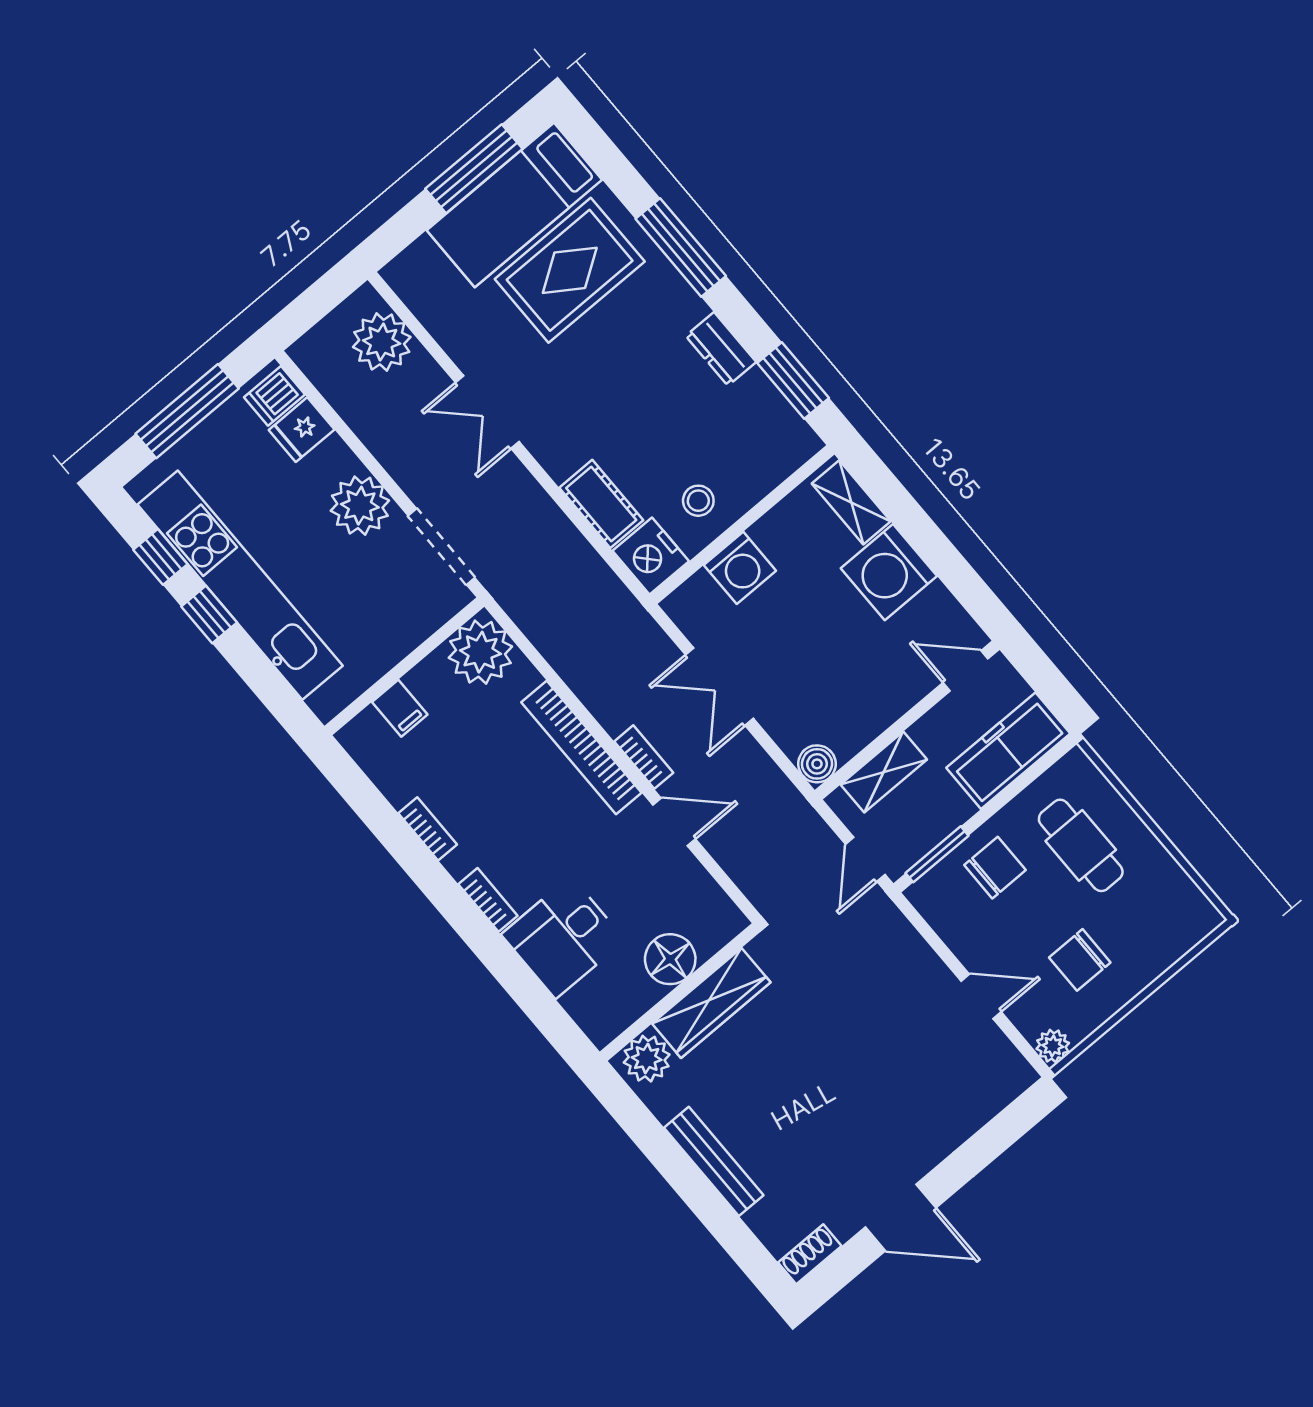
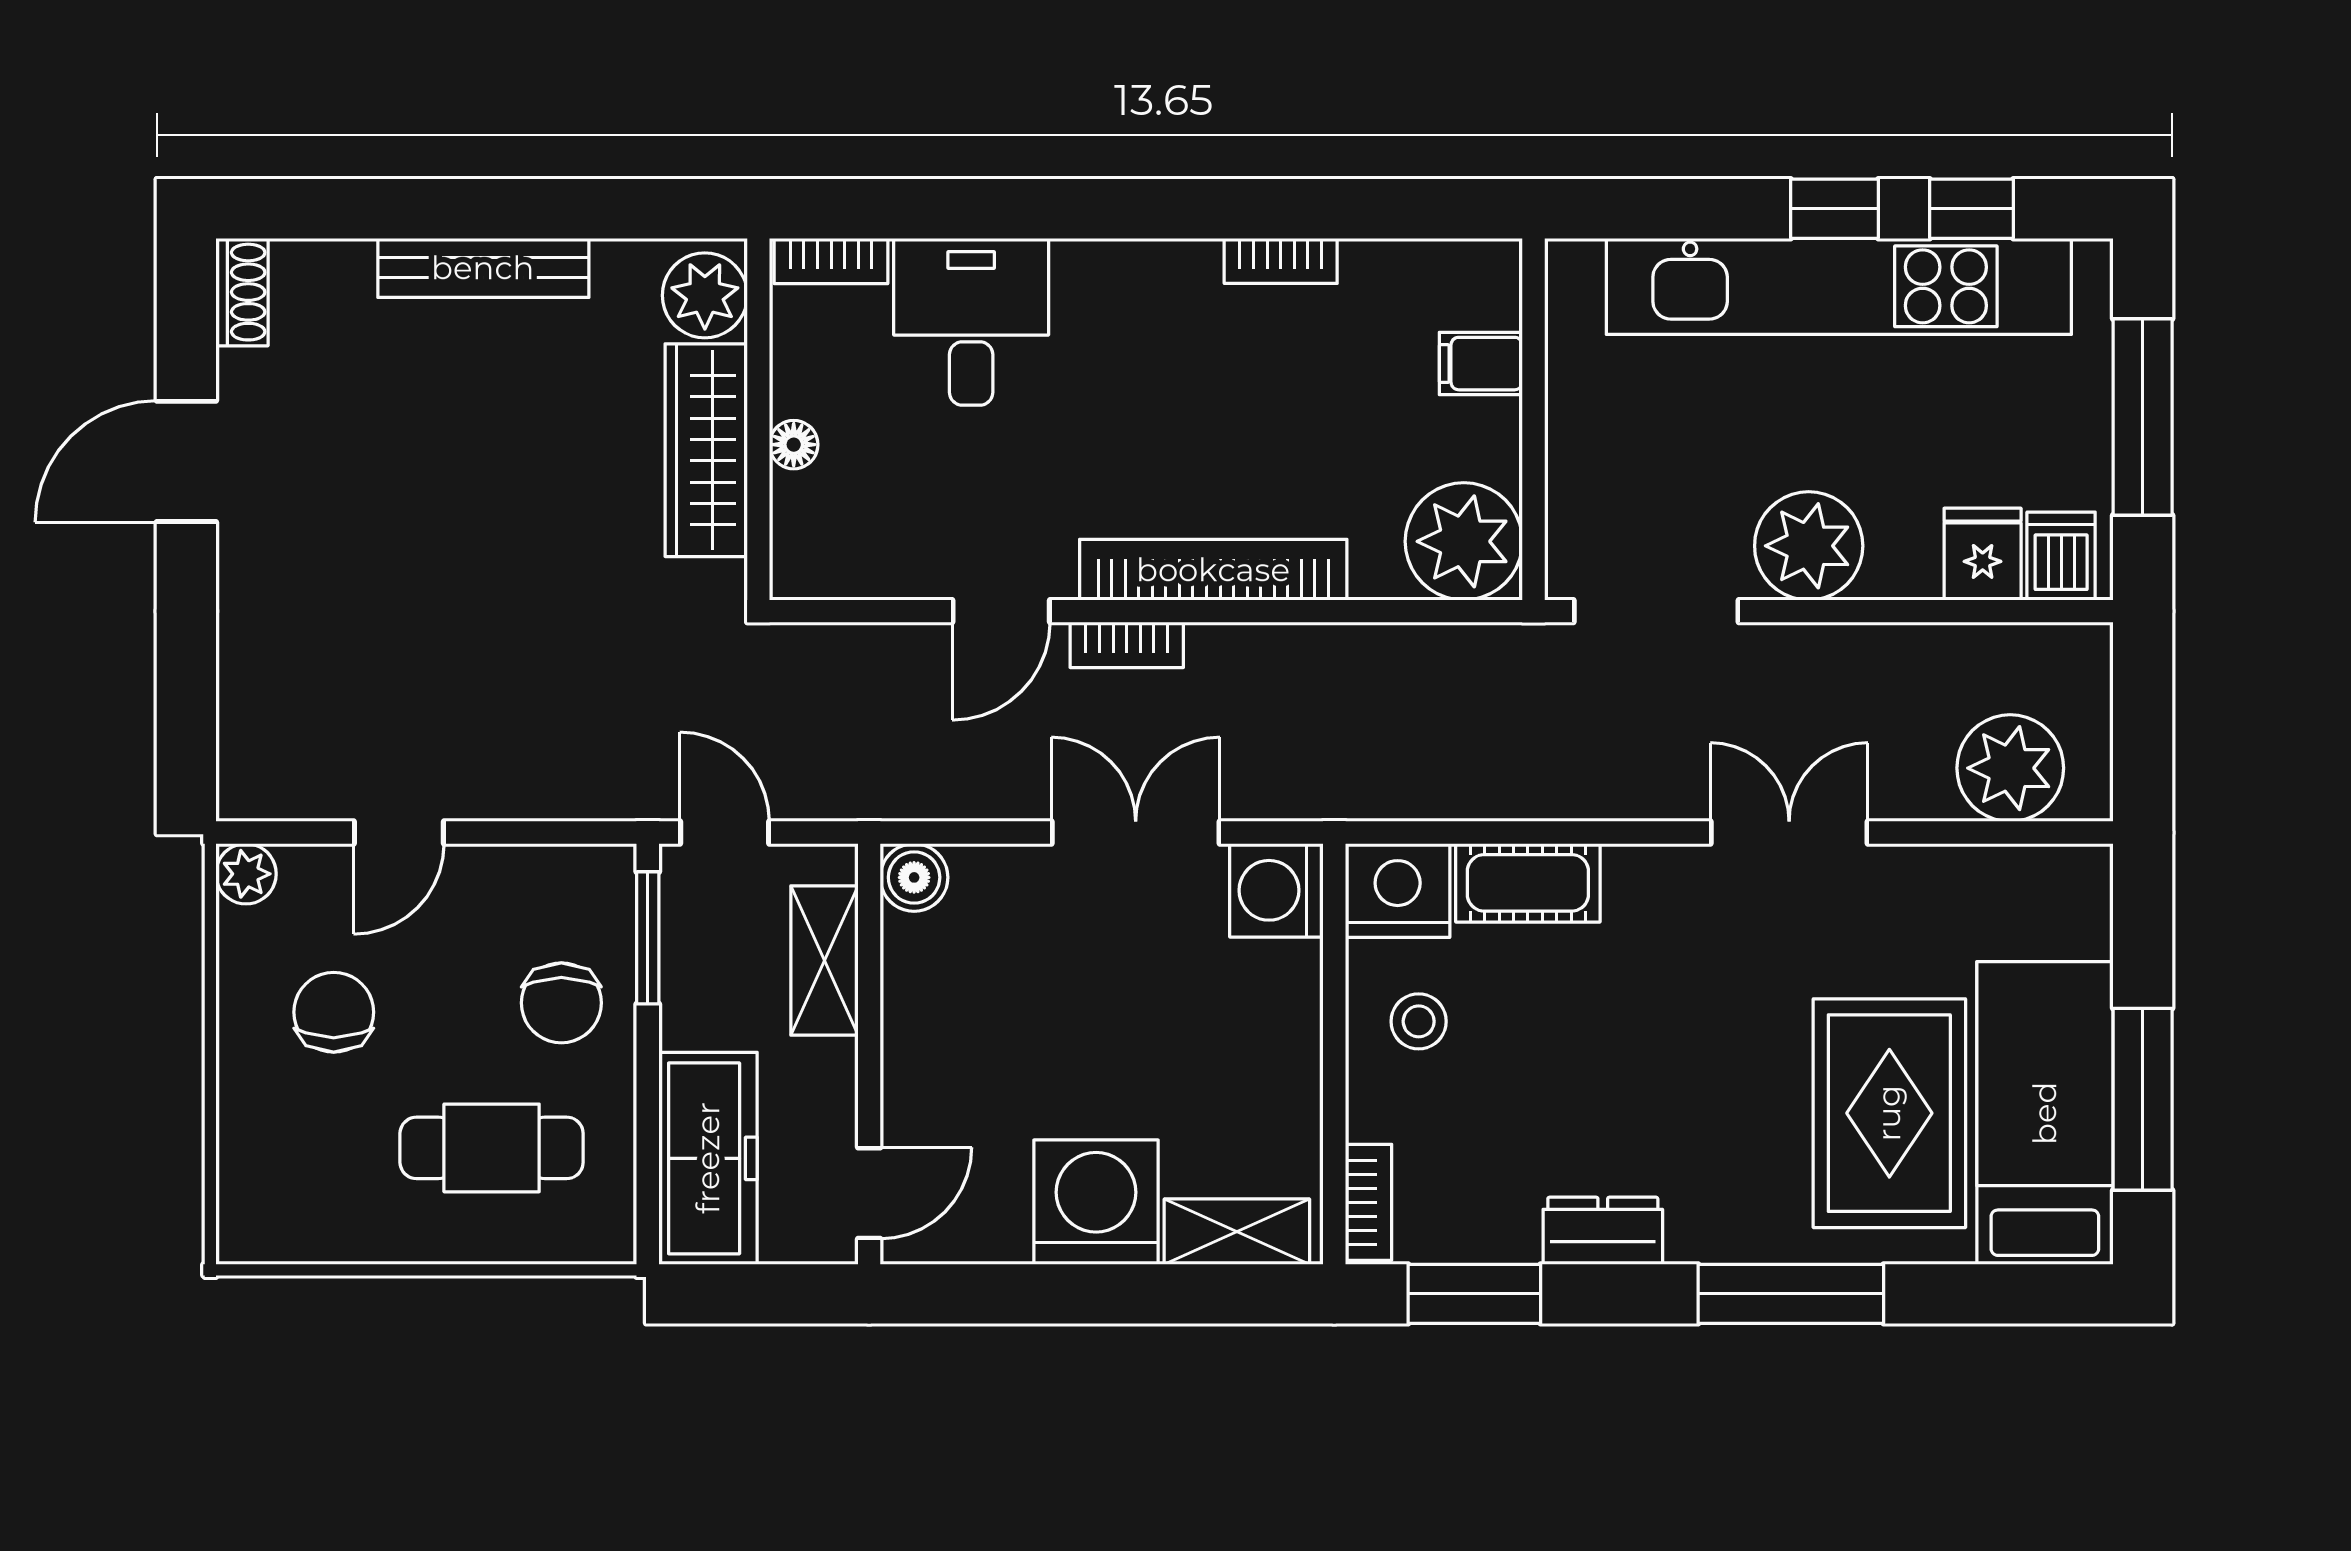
bookcase: (792, 457) -> (1369, 1202), added
washing machine: (740, 568) -> (1276, 890), moved
bookcase: (488, 900) -> (831, 261), moved
floor lamp: (670, 959) -> (794, 445), width x0.53, depth x0.53

